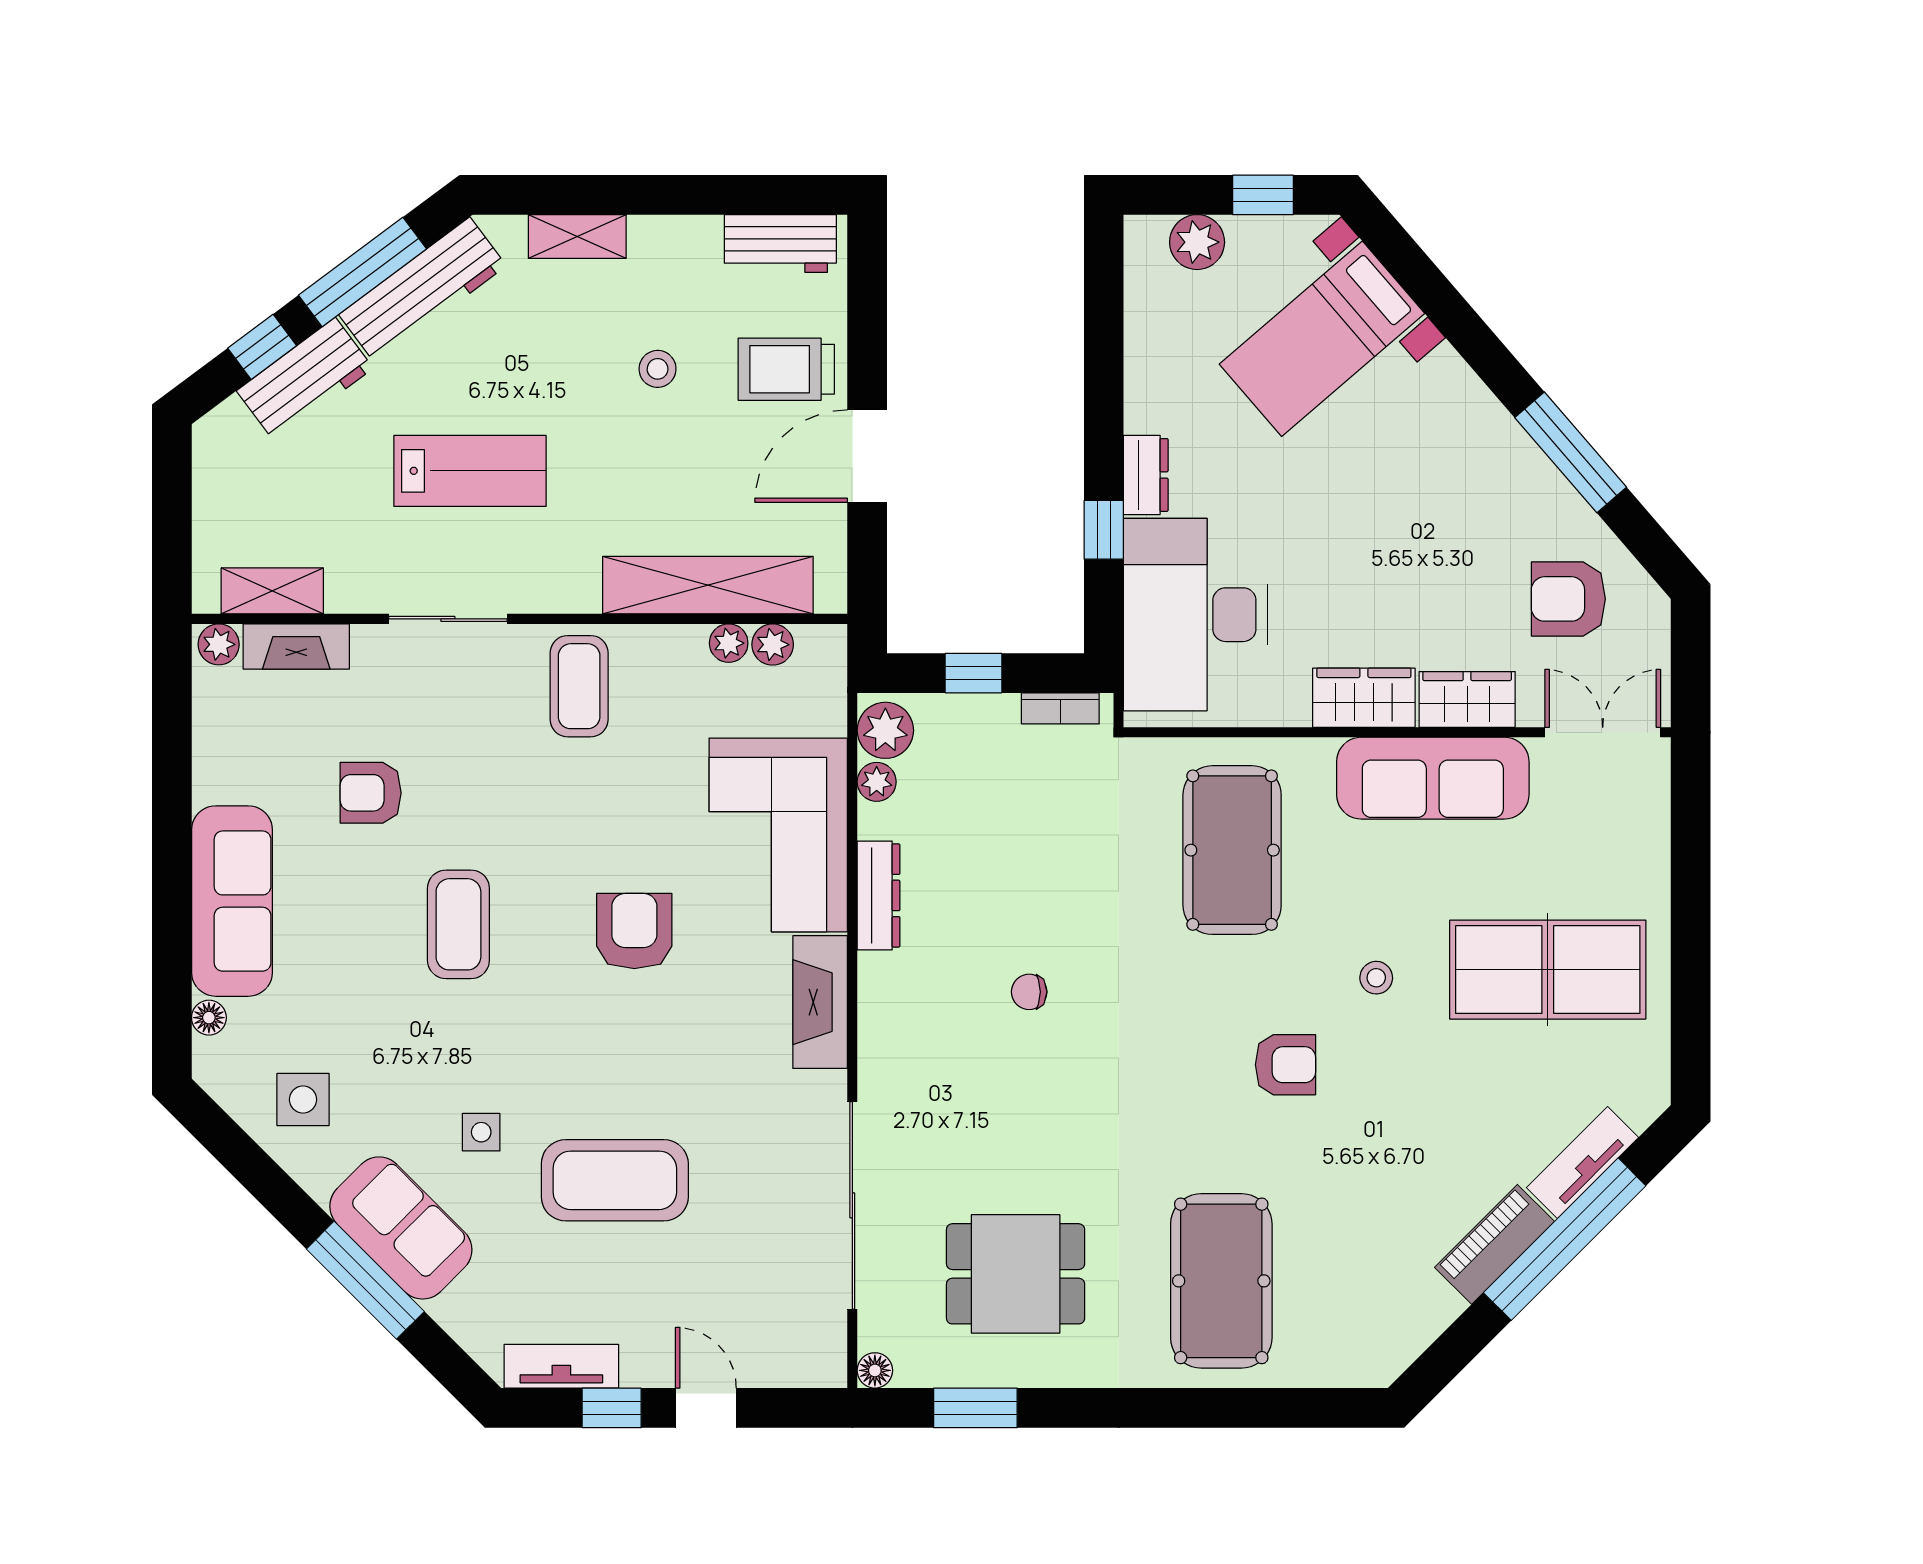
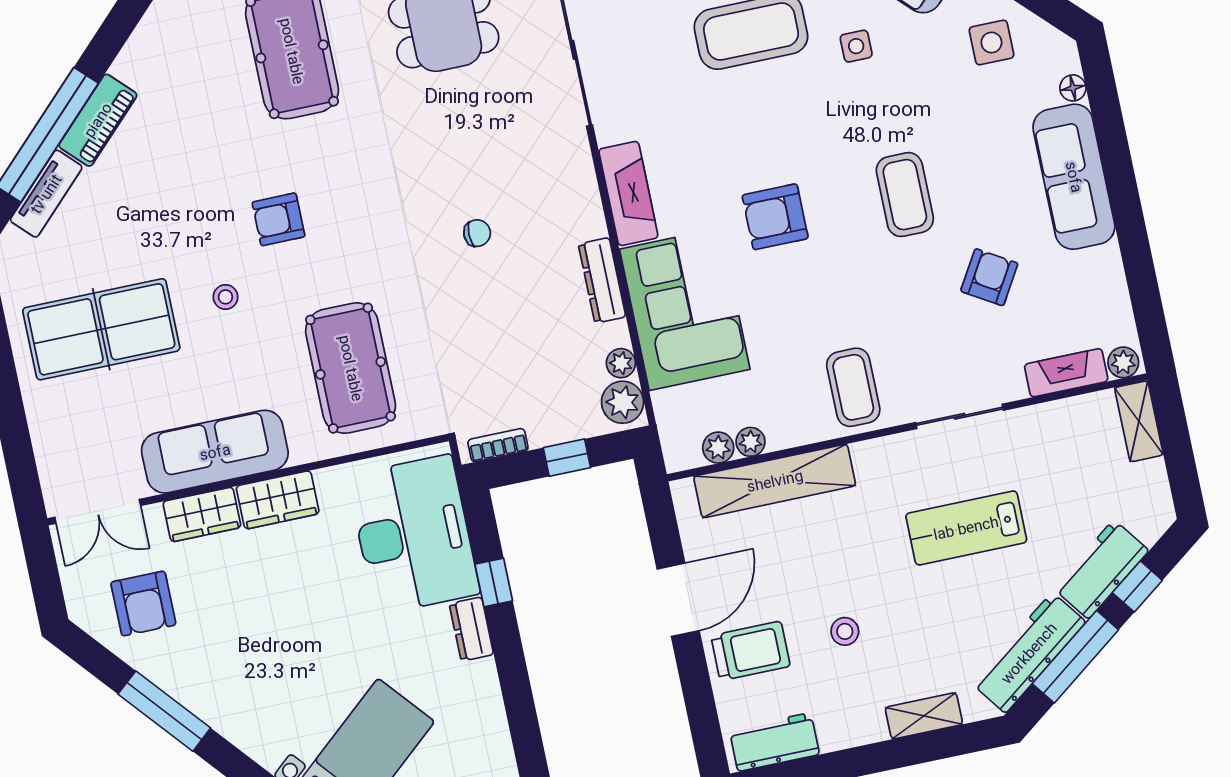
shelving: (272, 591) -> (1139, 421), moved, turned 90
armchair: (1568, 599) -> (143, 604), turned 90
armchair: (371, 793) -> (989, 277), turned -59
armchair: (634, 931) -> (775, 217), turned 90

